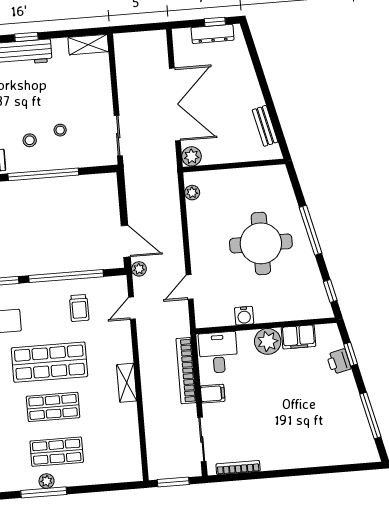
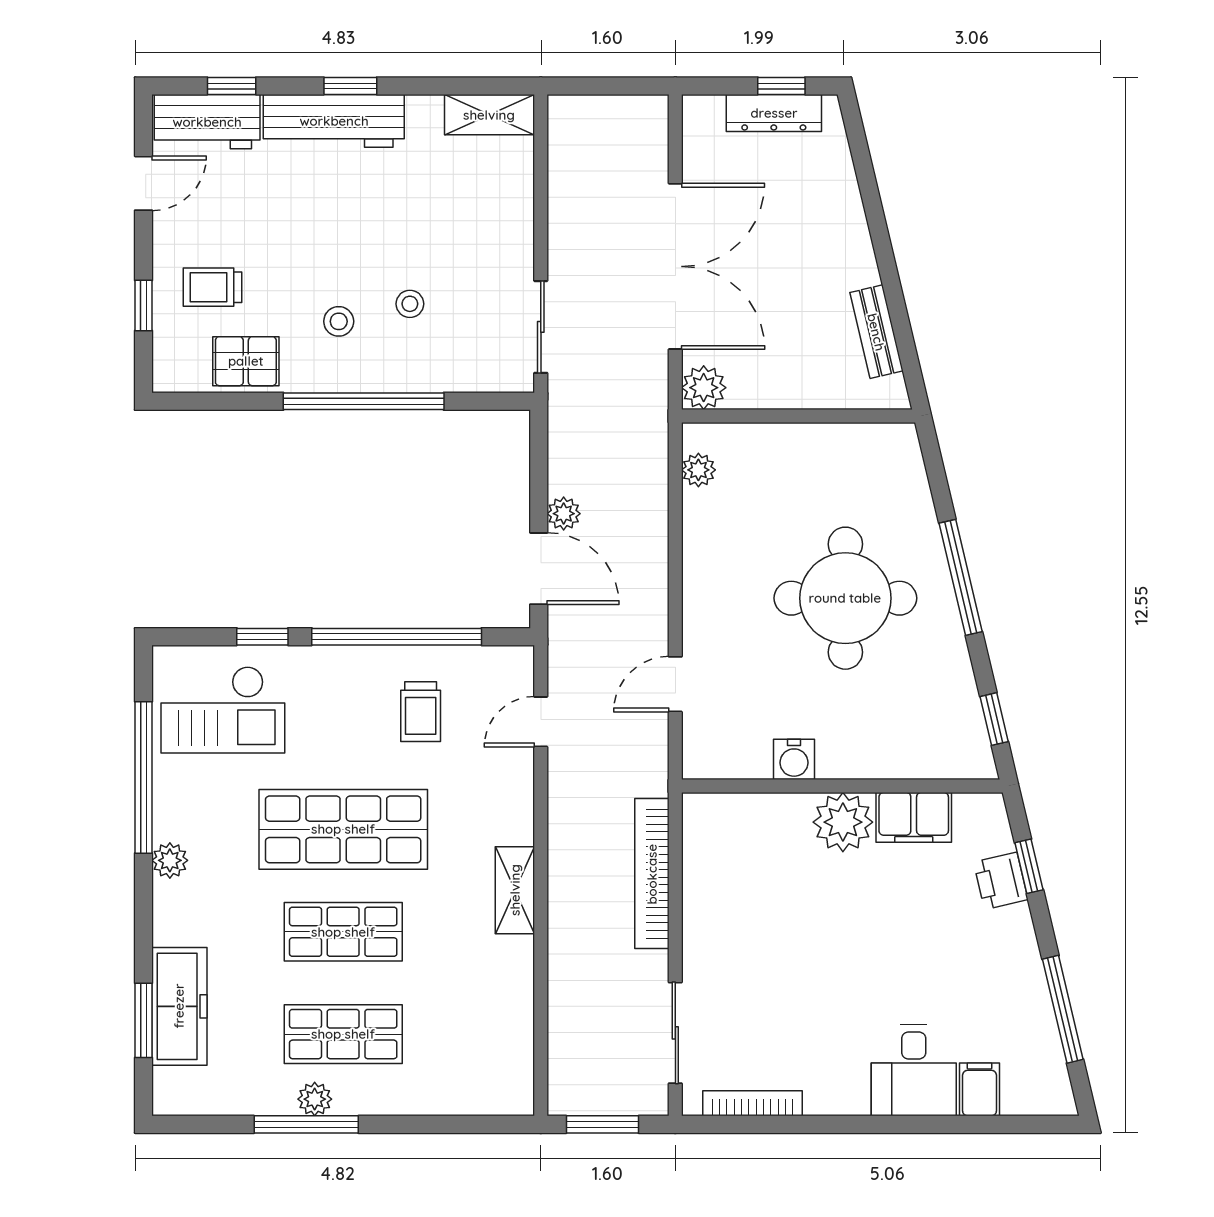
plant: (139, 269) -> (564, 514), moved
desk: (218, 352) -> (914, 1070), moved, turned 180
filing cabinet: (213, 394) -> (980, 1089), moved, turned -90

